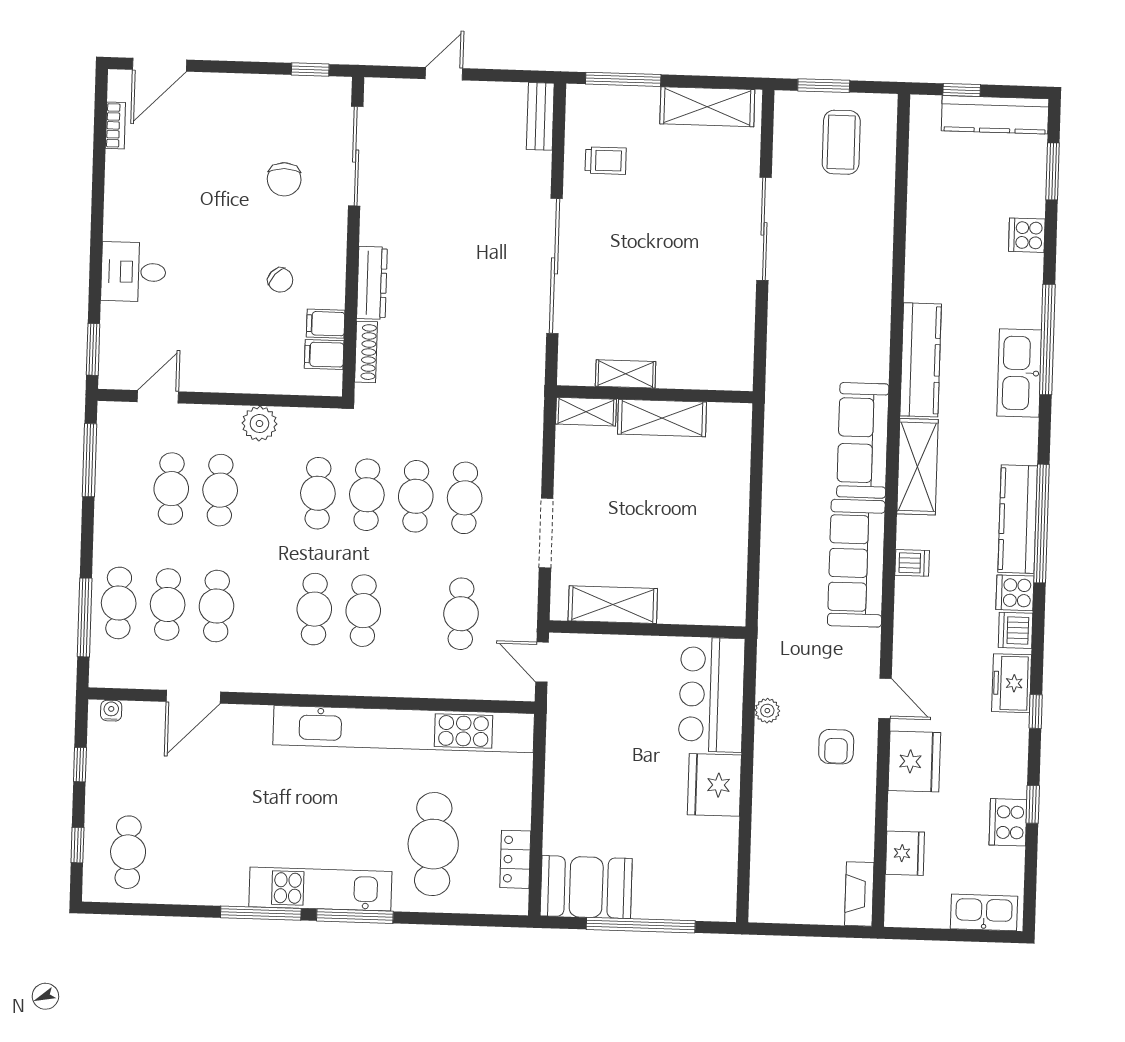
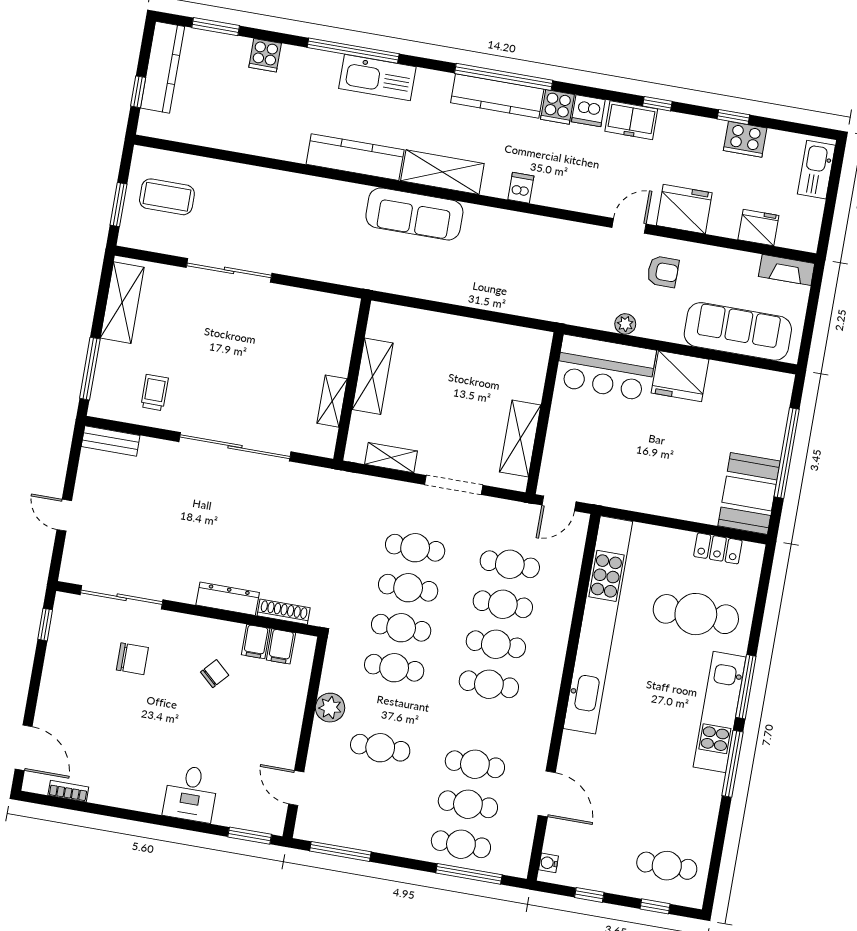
shelving: (586, 412) -> (391, 458), moved, turned 90
cafe table: (171, 489) -> (503, 604), moved
sofa: (856, 563) -> (738, 331), moved, turned 180

